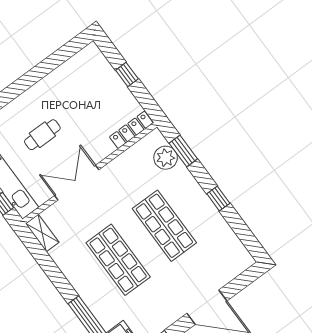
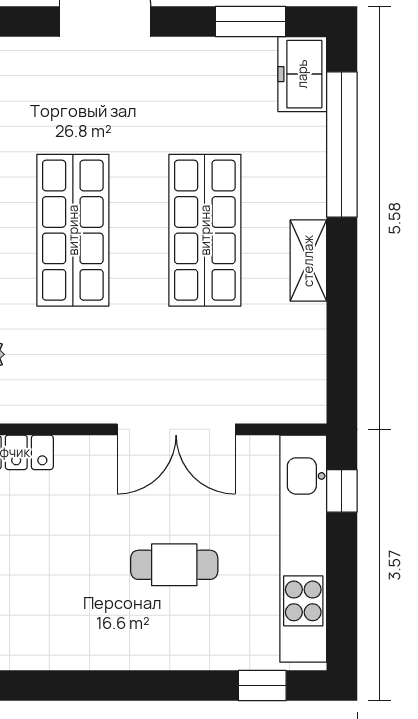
shelving: (42, 233) -> (308, 261), moved

